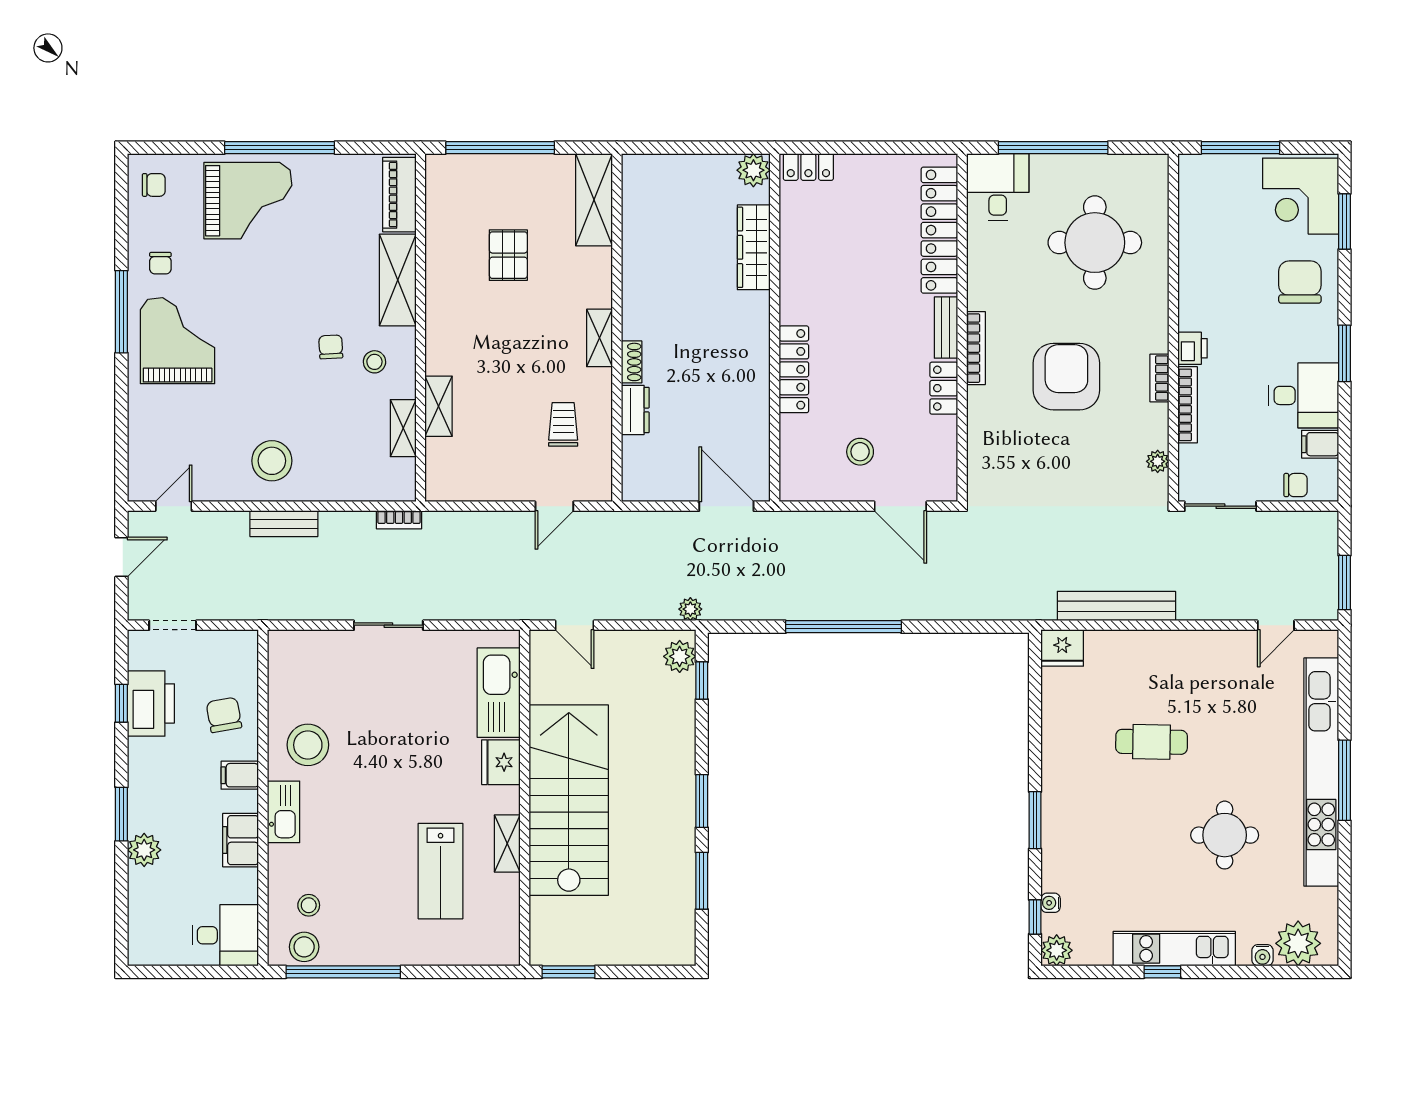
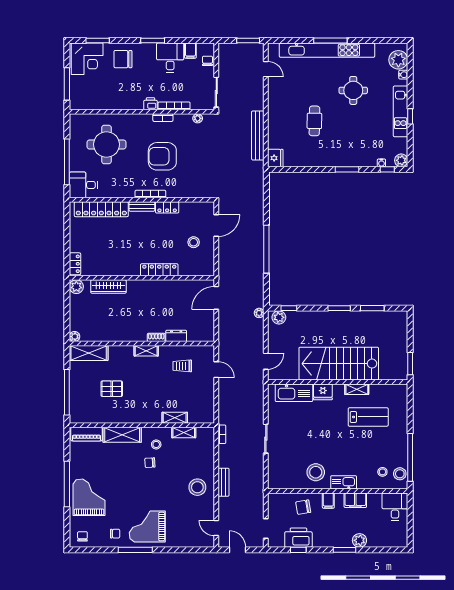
plant: (634, 166) -> (75, 337), added

